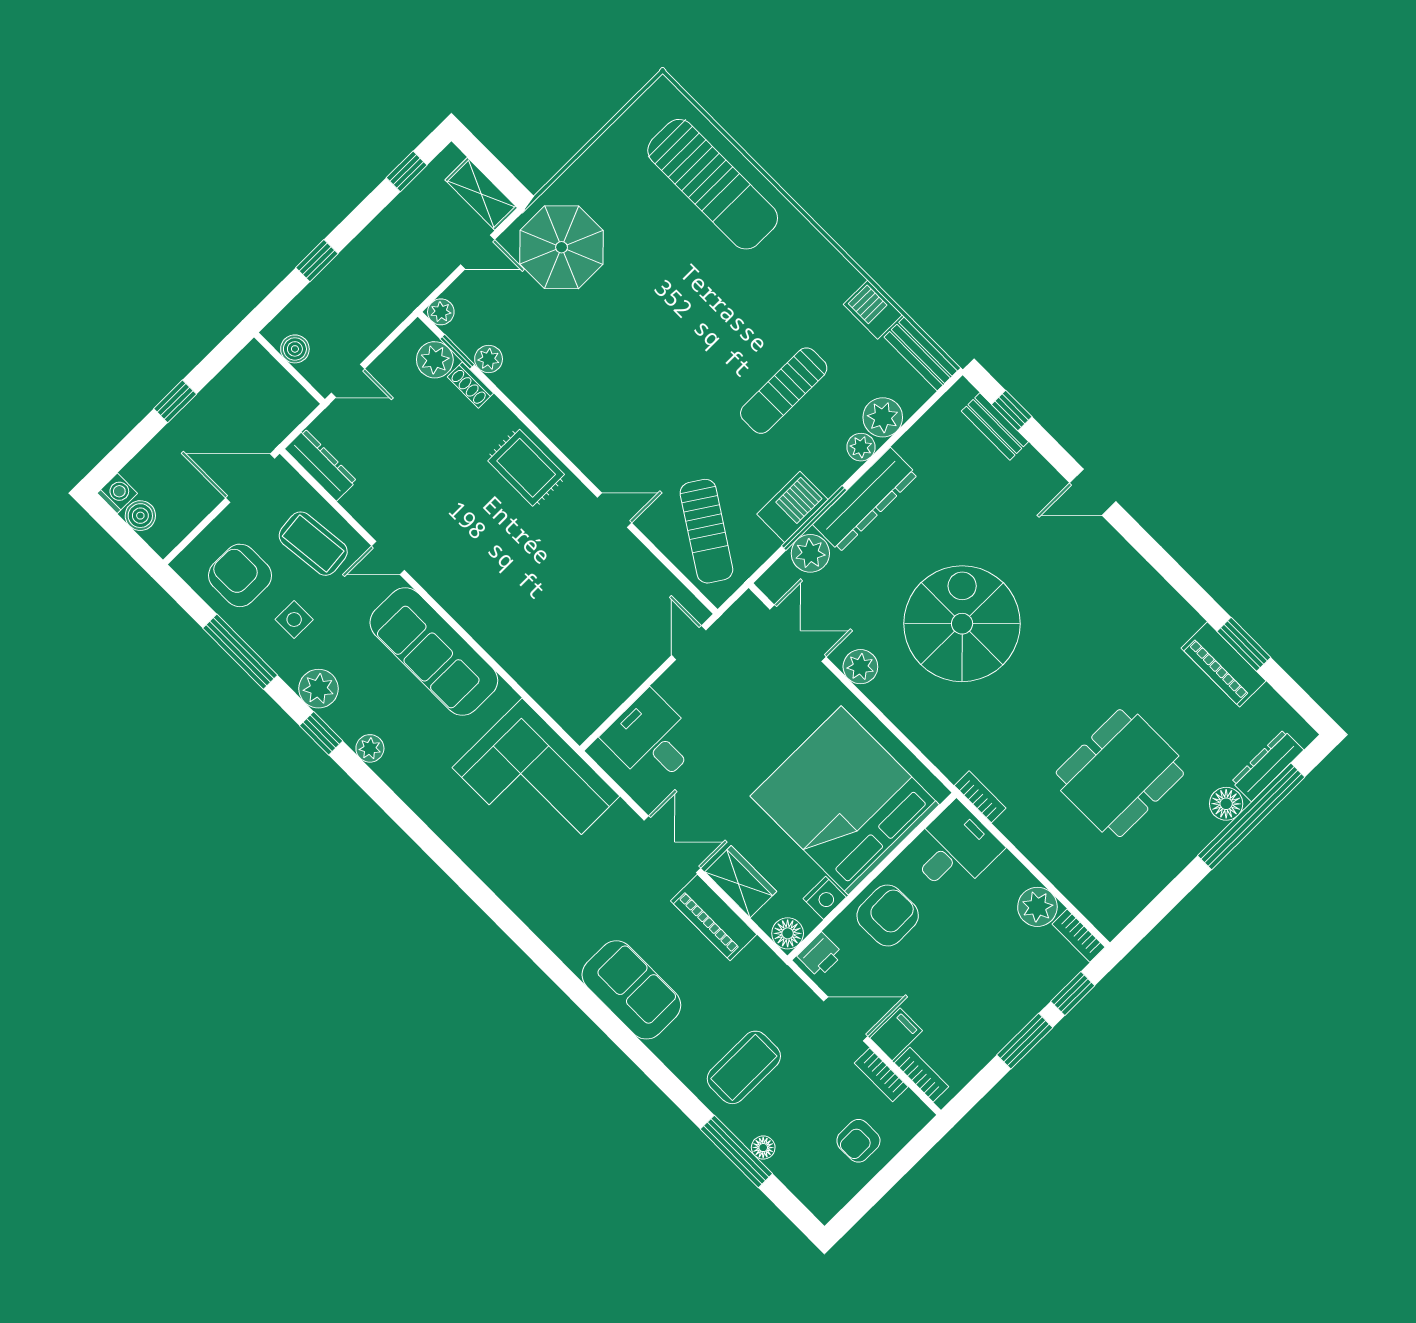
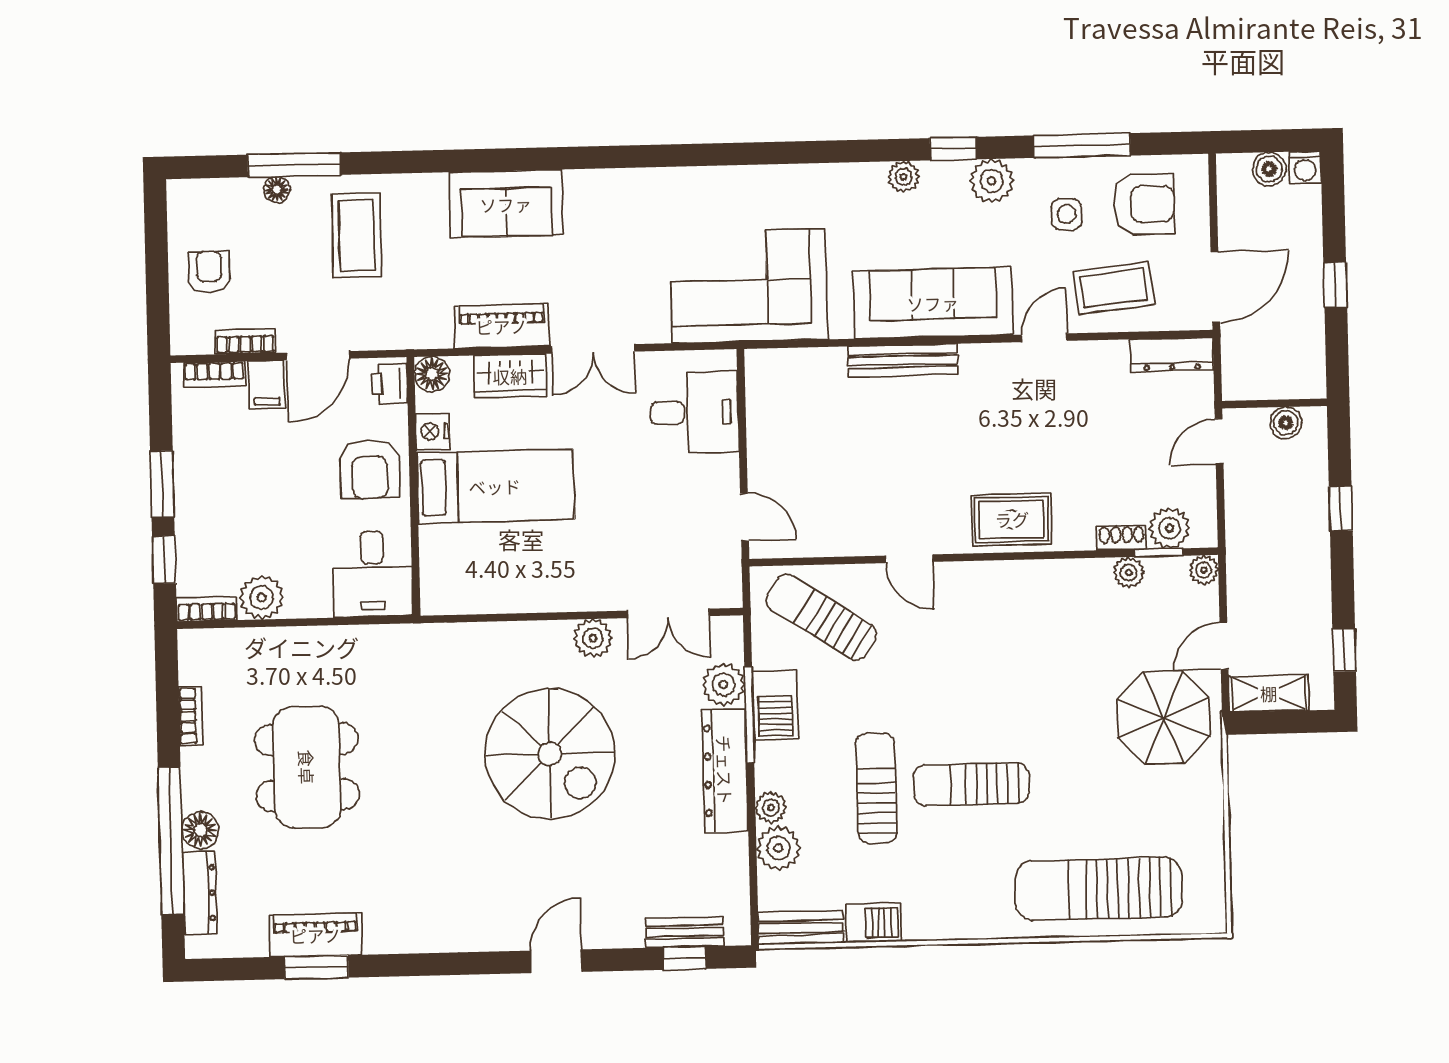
sun lounger: (723, 331) -> (971, 784), added
door: (614, 510) -> (909, 559), hinge flipped
bench: (490, 636) -> (903, 360), added
bookcase: (980, 797) -> (191, 716), moved, turned -90
bed: (845, 800) -> (495, 486), width x0.49

